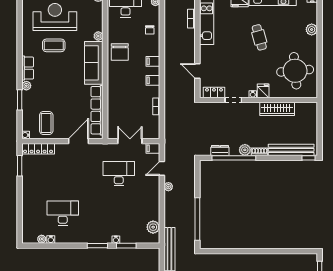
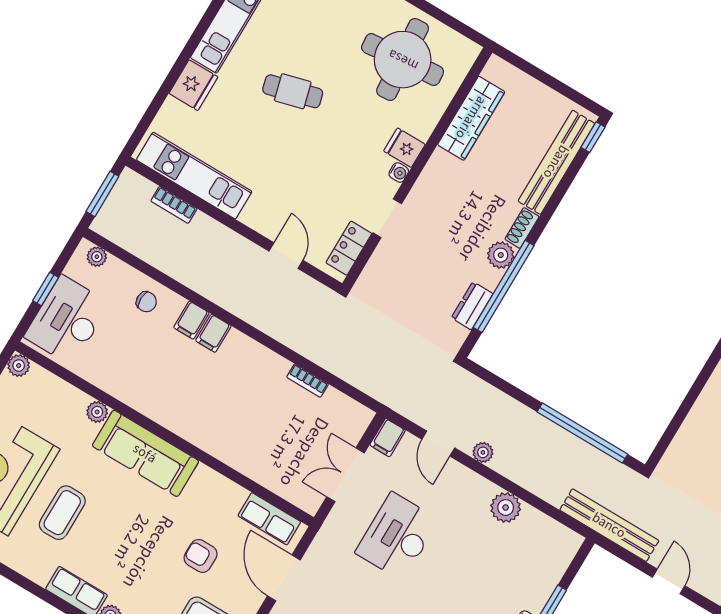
chair: (120, 52) -> (155, 388), removed
door: (197, 71) -> (286, 256), swing flipped
filing cabinet: (153, 80) -> (191, 320), moved
armchair: (68, 106) -> (201, 556), added
wardrobe: (277, 109) -> (471, 118), moved
row of seats: (97, 110) -> (269, 519), width x0.50
plant: (153, 227) -> (506, 507), moved

